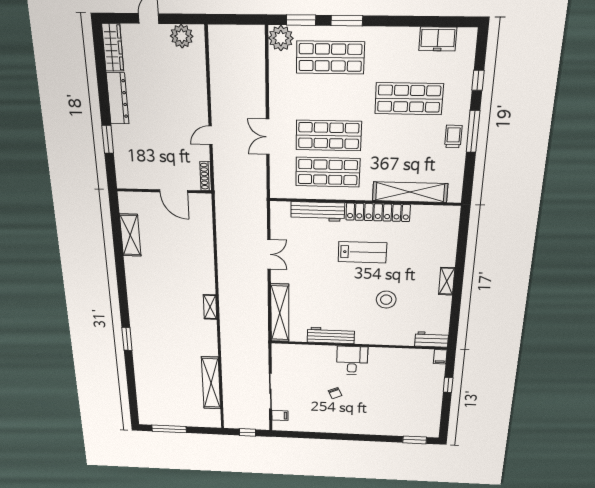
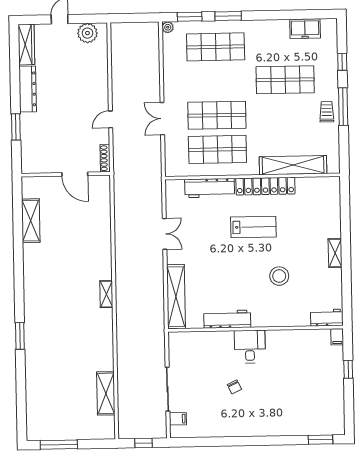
plant: (281, 38) -> (168, 27), width x0.53, depth x0.53
shelving: (211, 383) -> (106, 393), width x0.68

